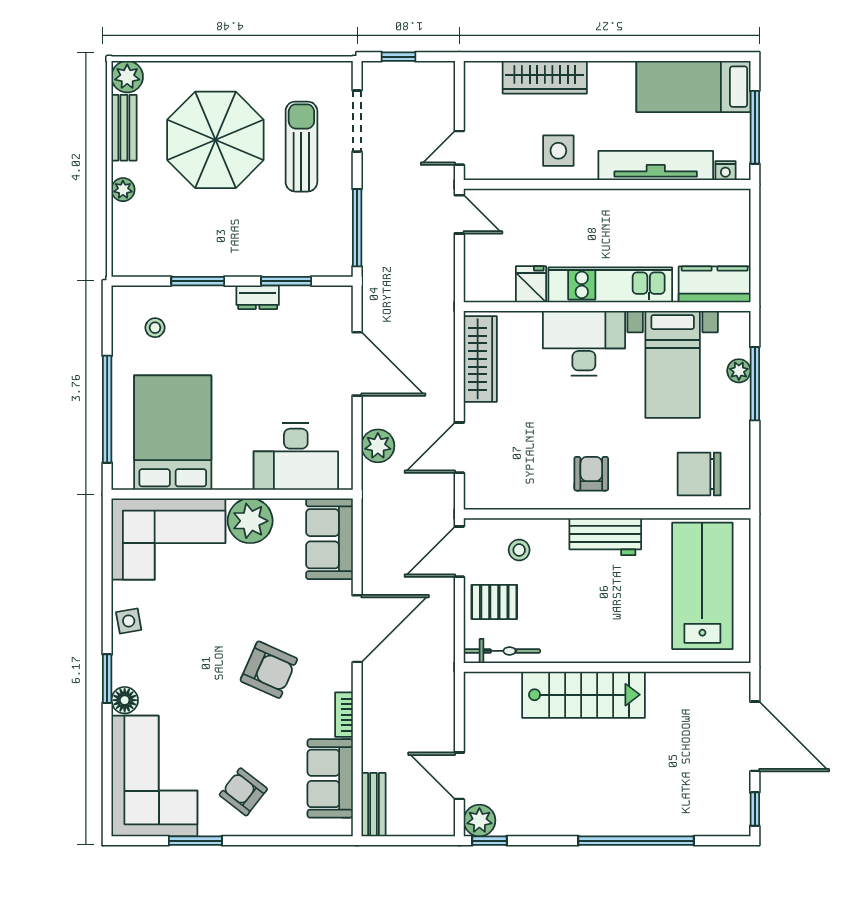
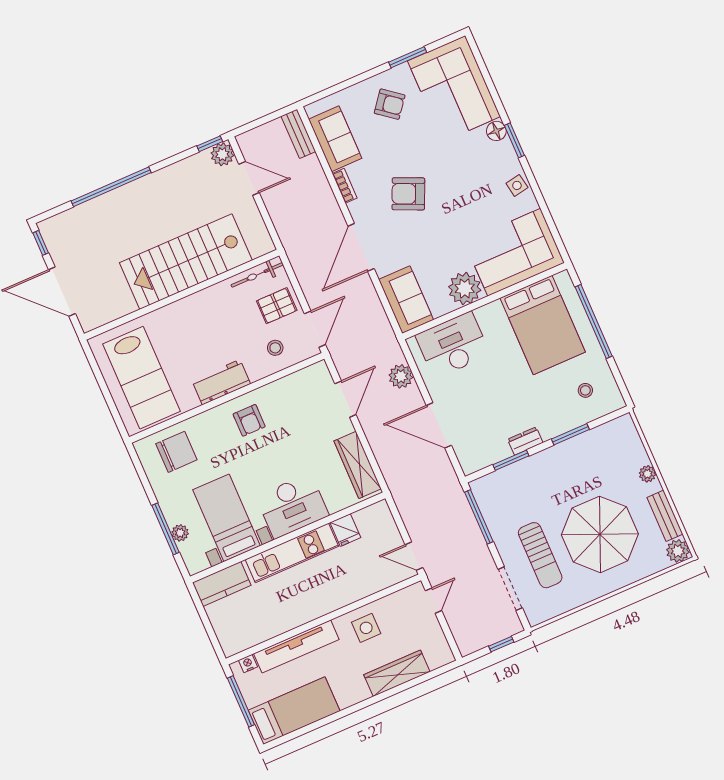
stairs: (584, 695) -> (186, 262), width x1.36, depth x1.51

